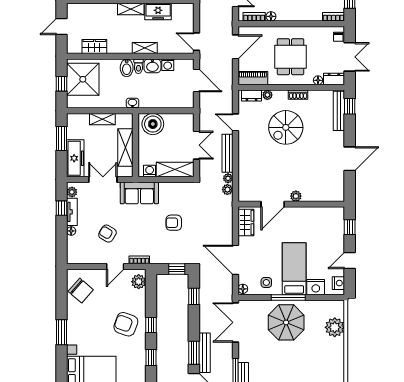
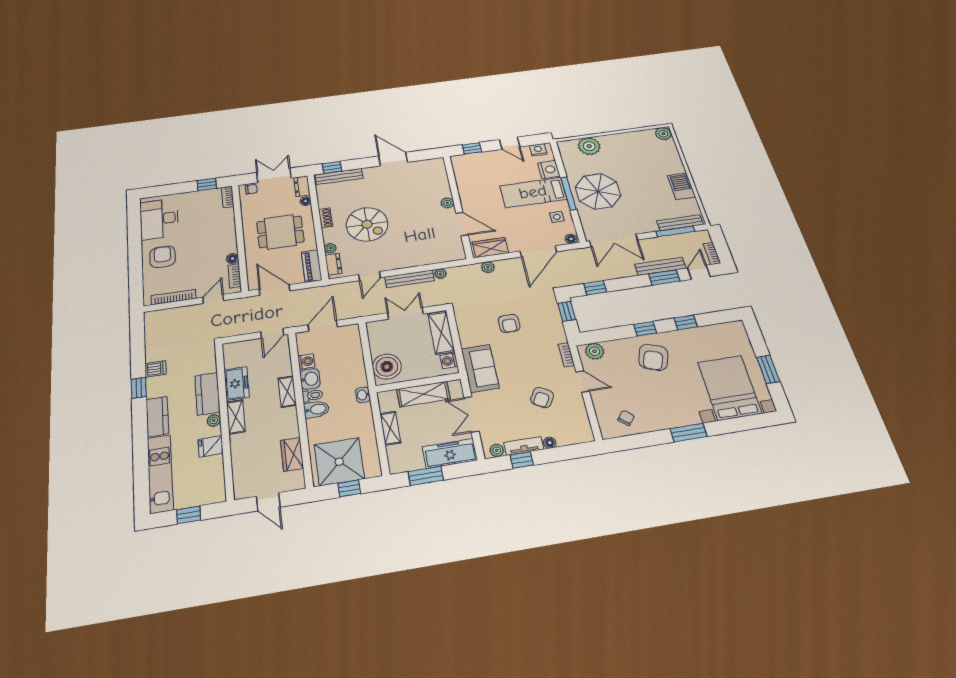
plant: (227, 190) -> (488, 267), moved
chair: (81, 291) -> (626, 418), width x0.54, depth x0.54

